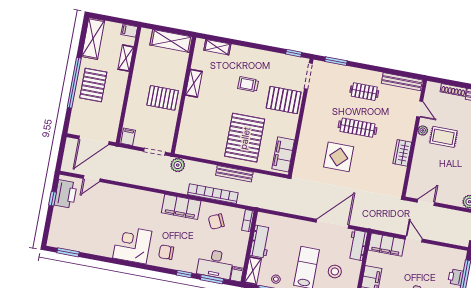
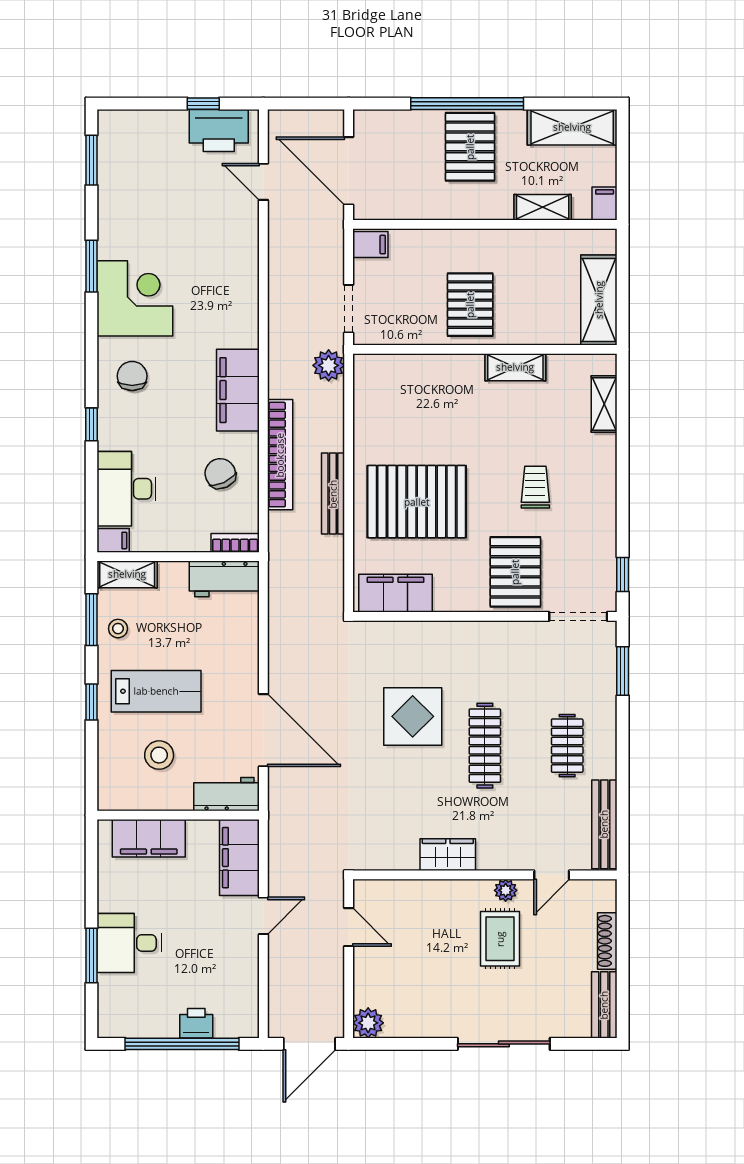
pallet: (93, 85) -> (470, 147), turned 90
workbench: (260, 242) -> (224, 579), moved
window: (212, 279) -> (91, 266), moved

